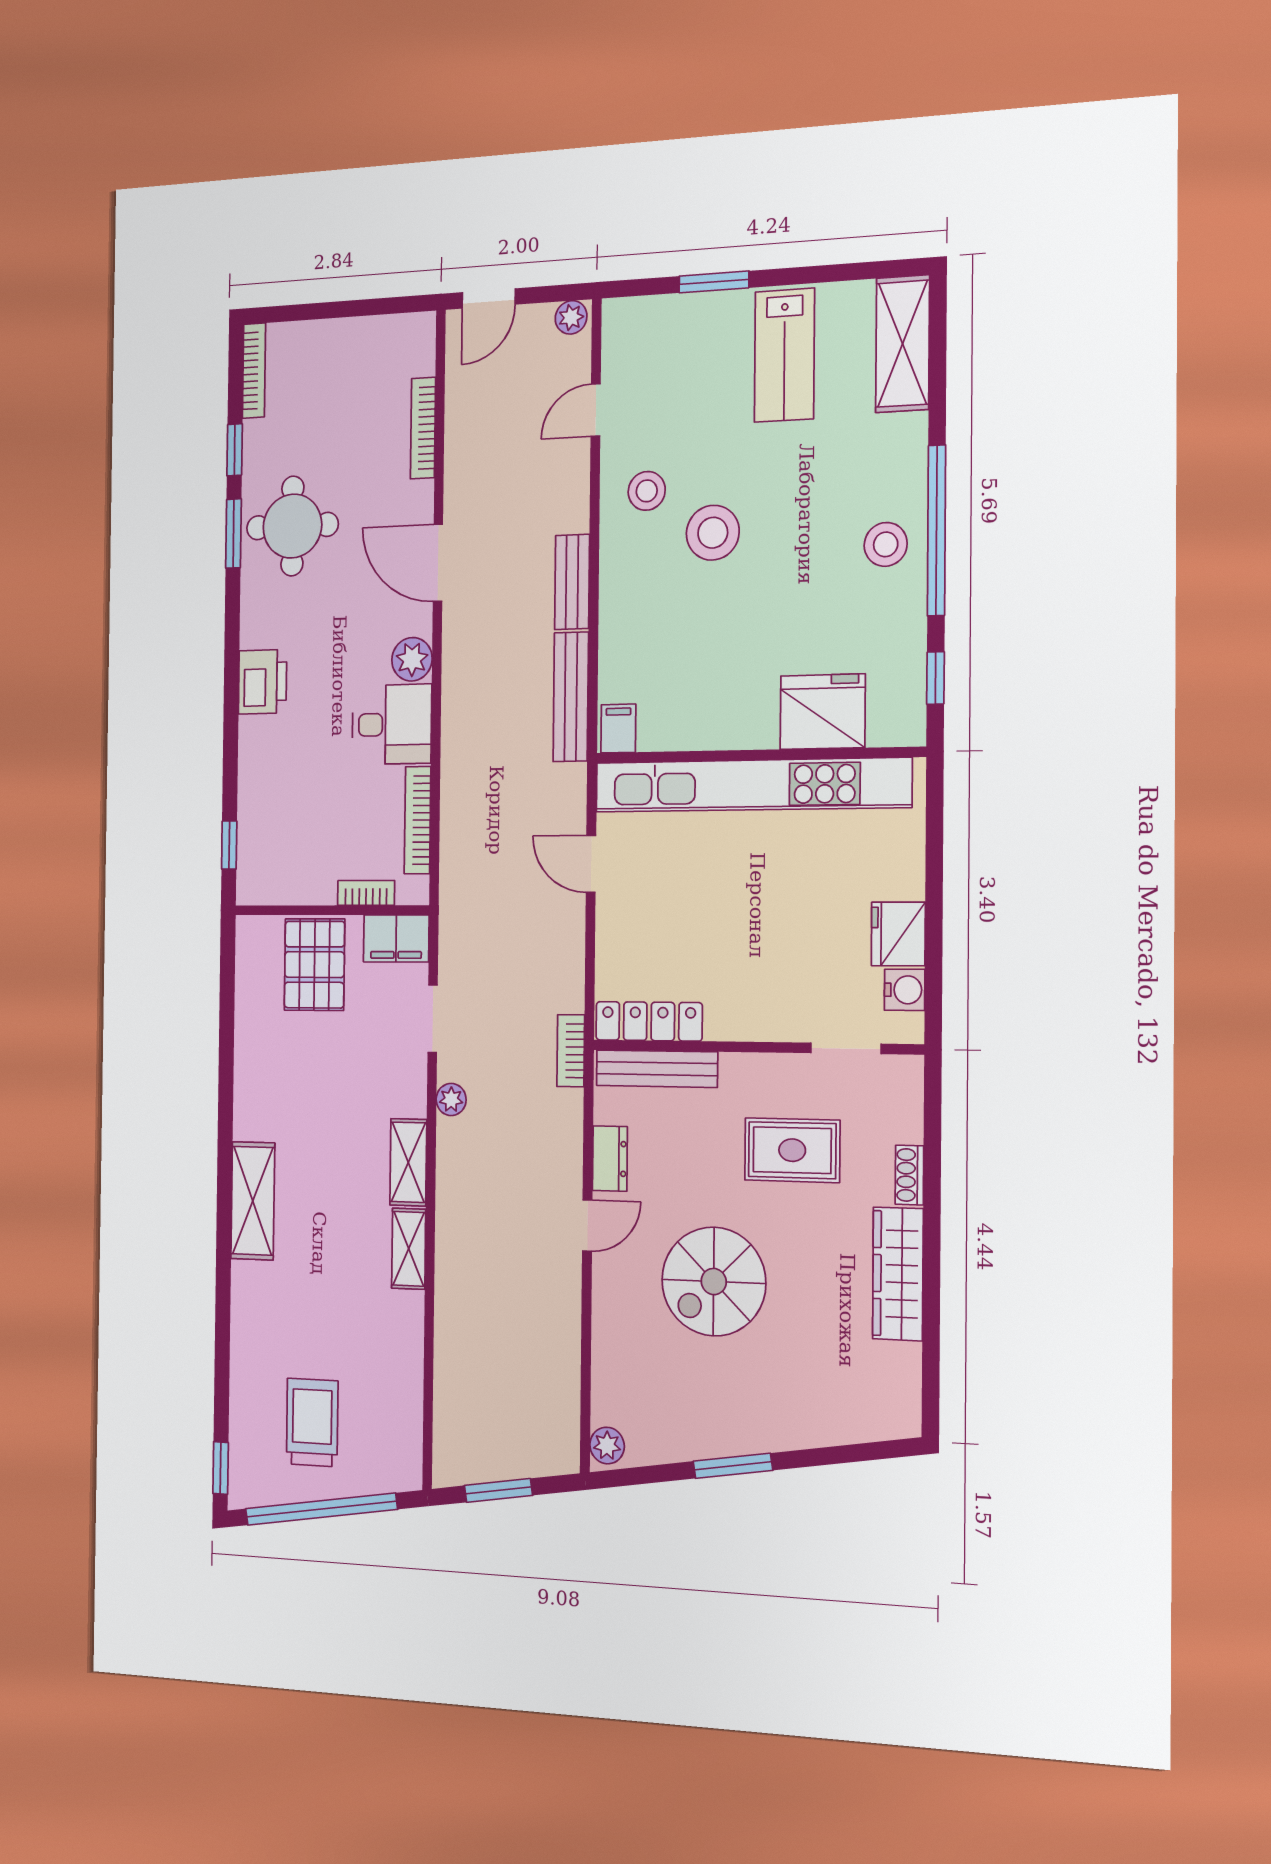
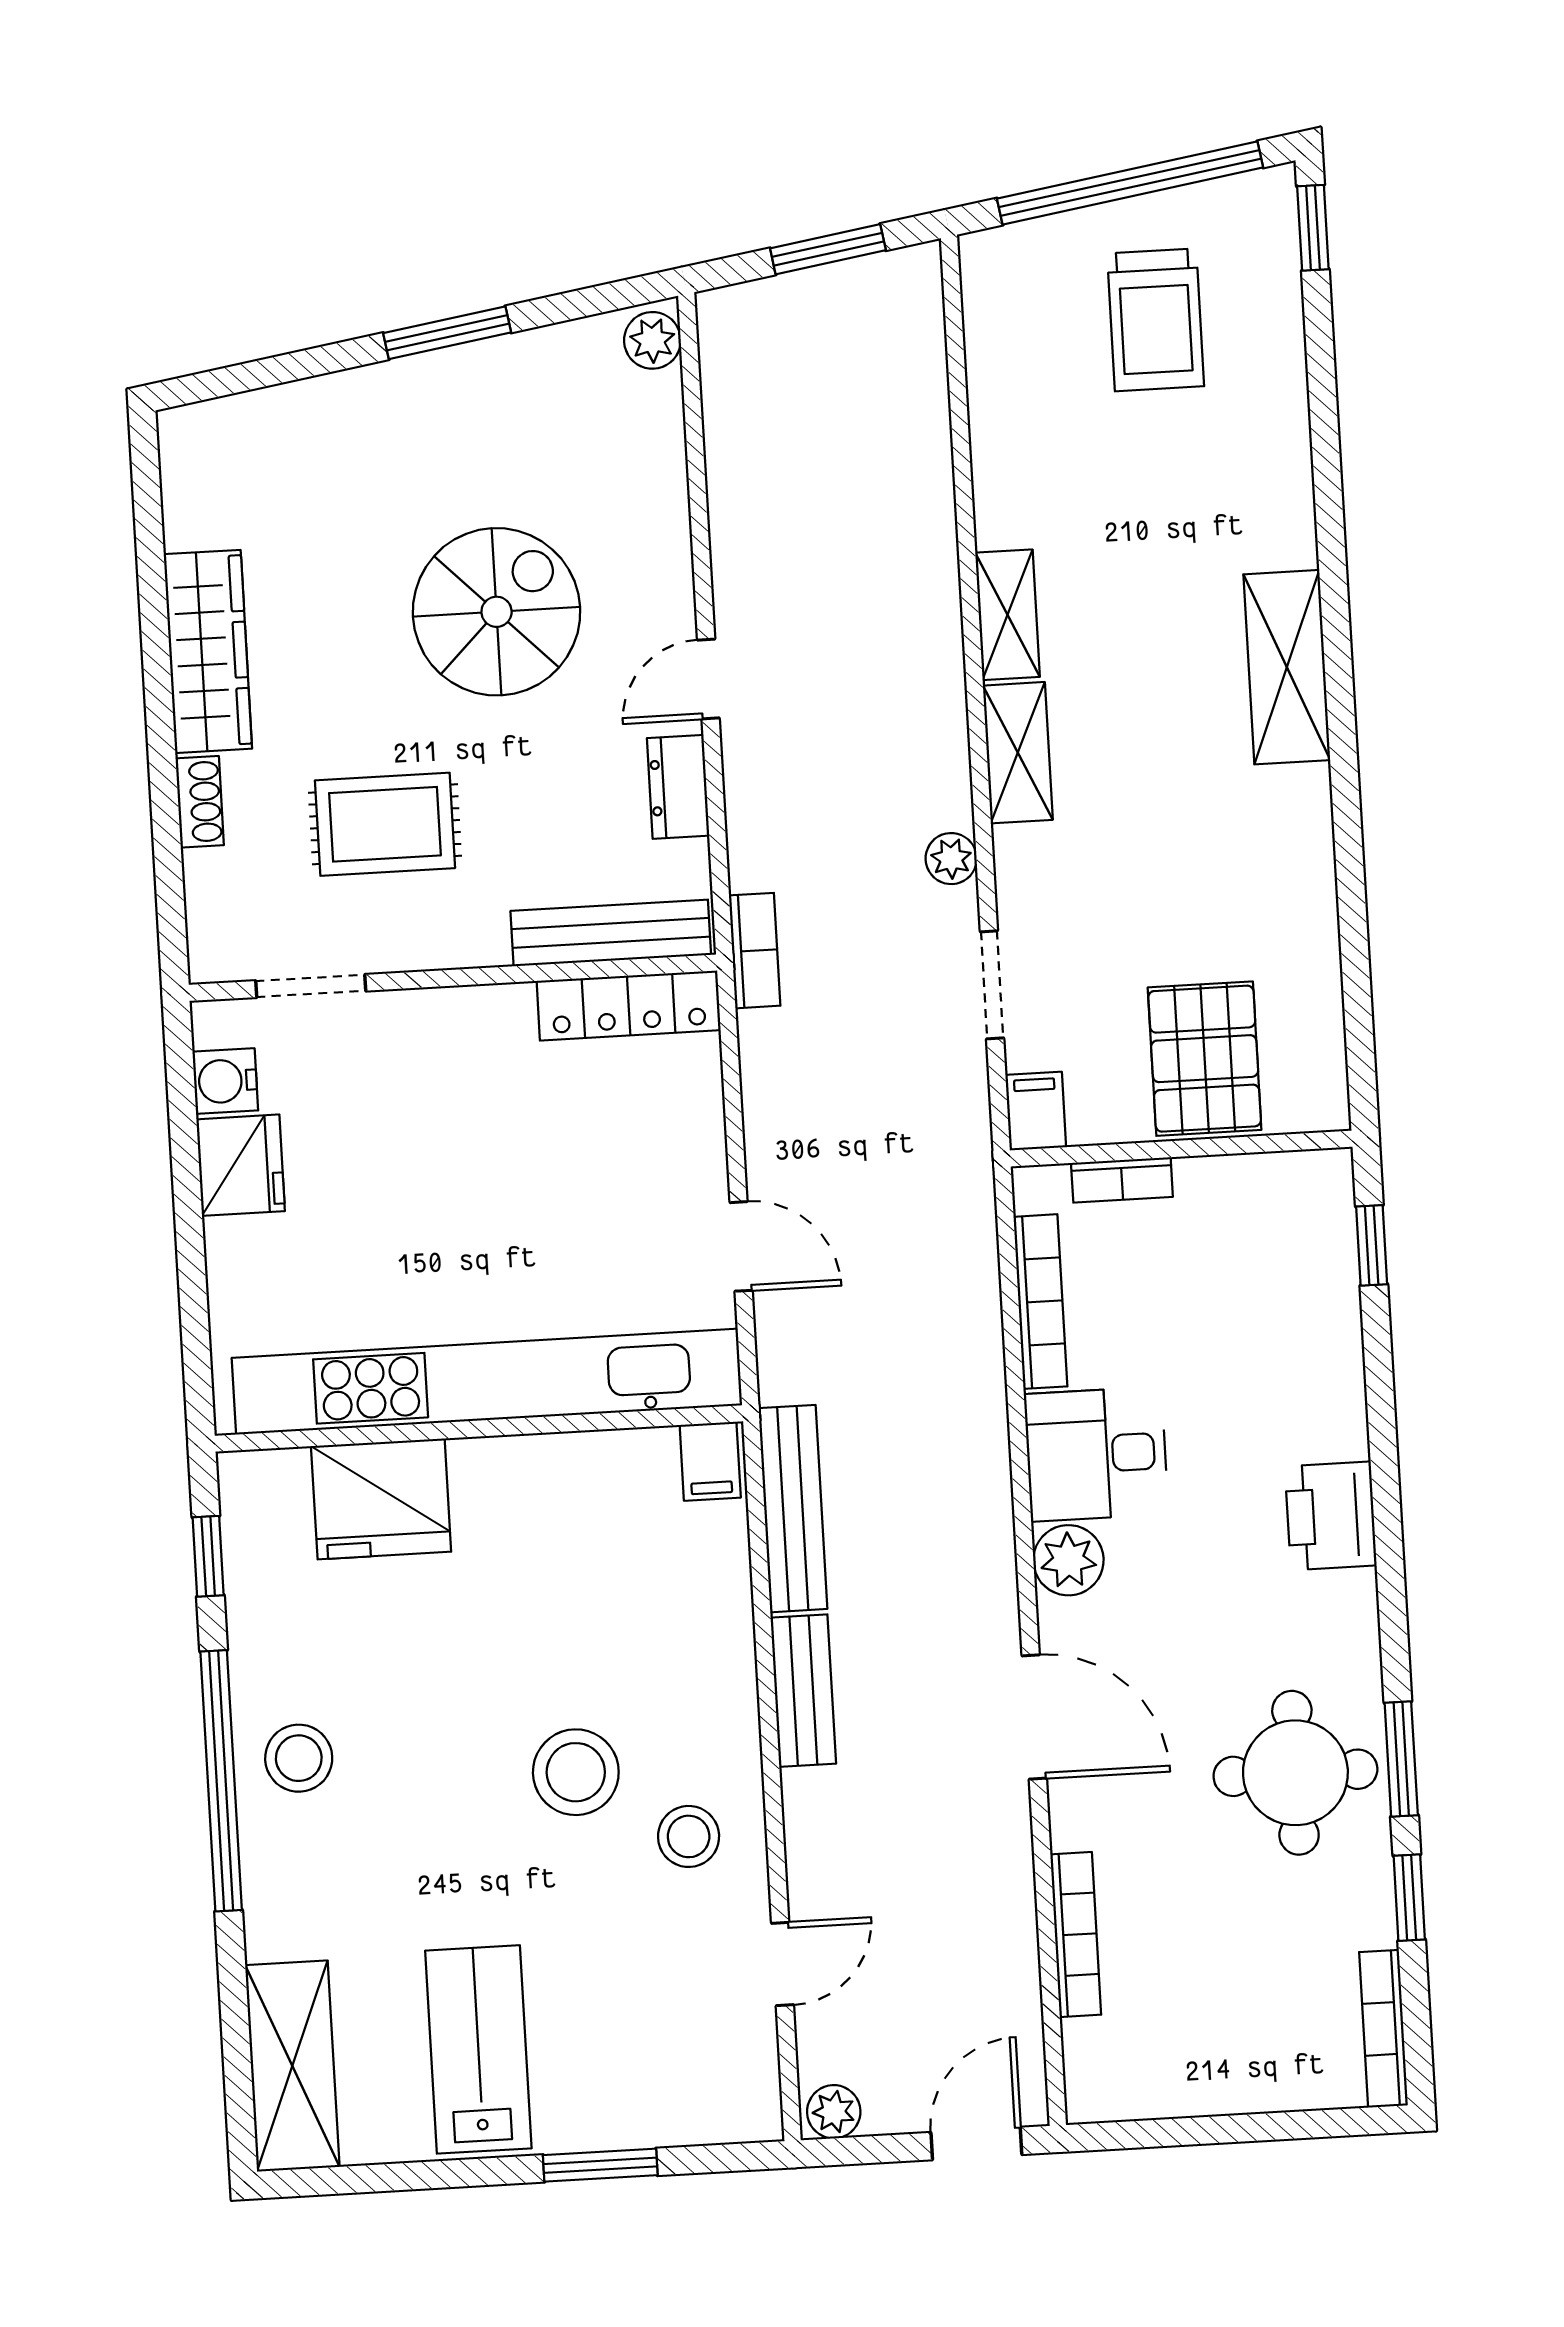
filing cabinet: (396, 939) -> (1036, 1111), width x0.50

